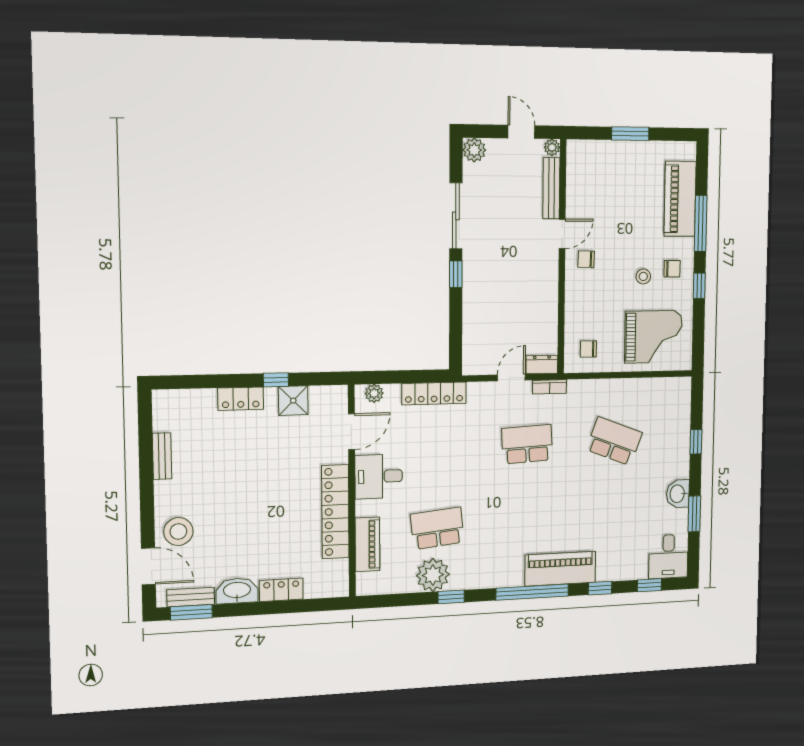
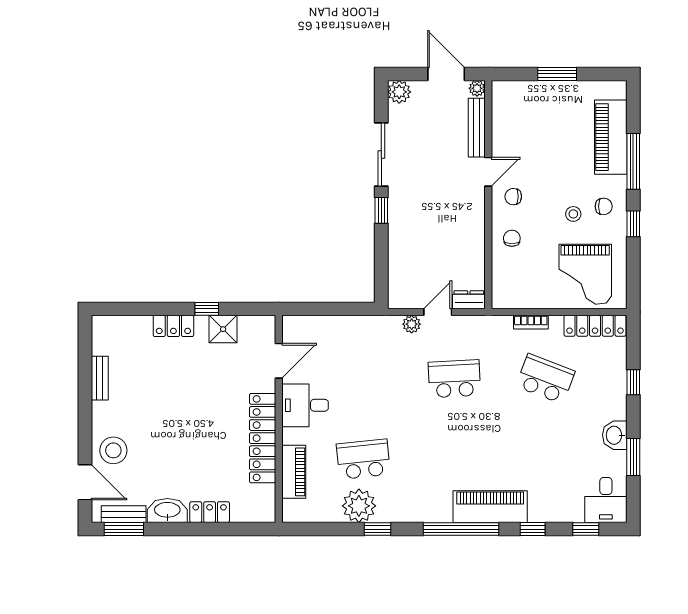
door: (521, 132) -> (446, 74), width x1.38
grand piano: (653, 337) -> (585, 274), turned 90
chair: (588, 349) -> (512, 238), moved, turned 90
bookcase: (549, 387) -> (531, 322), moved
plant: (374, 393) -> (412, 324), moved
locker: (434, 393) -> (595, 326), moved

